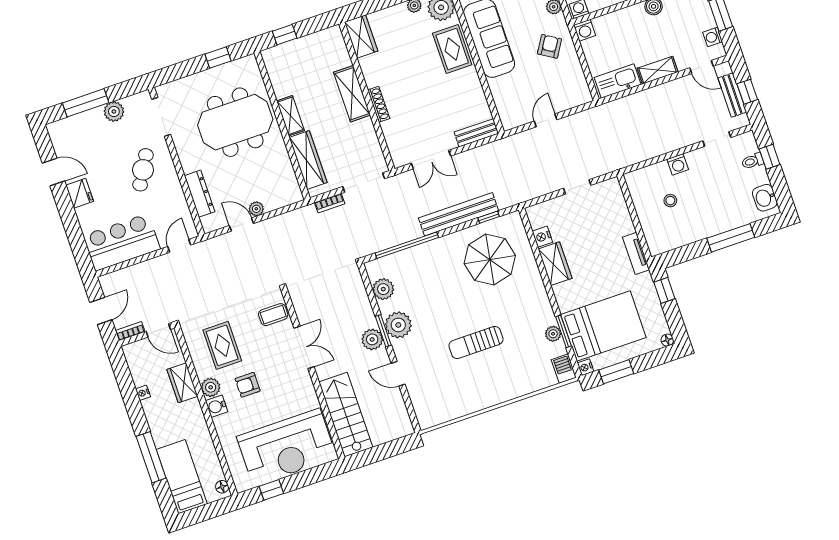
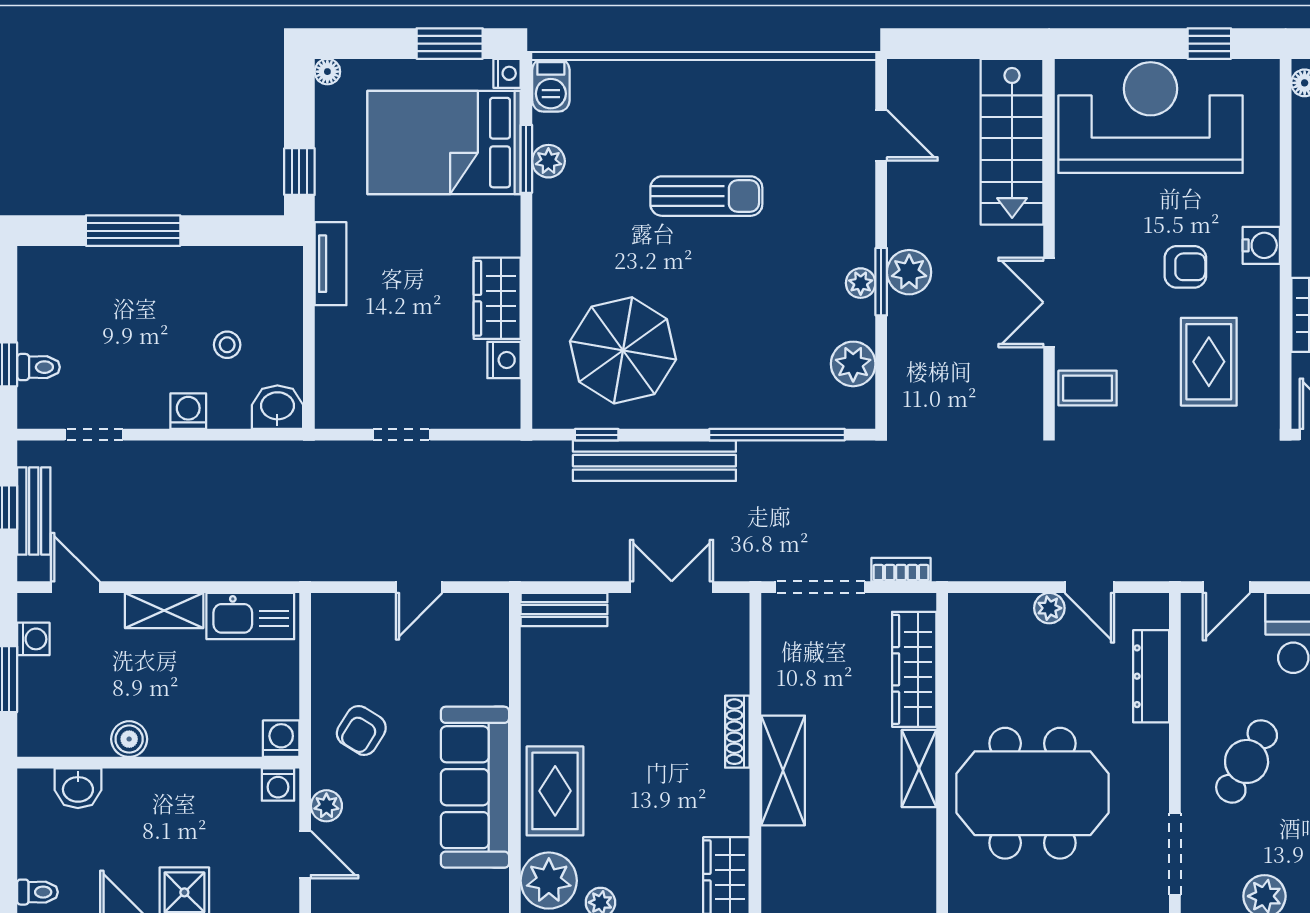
washbasin: (765, 198) -> (277, 407), moved, turned -90
plant: (398, 325) -> (861, 283), width x0.53, depth x0.53
door: (398, 374) -> (881, 135), moved
plant: (211, 387) -> (1260, 287), removed

